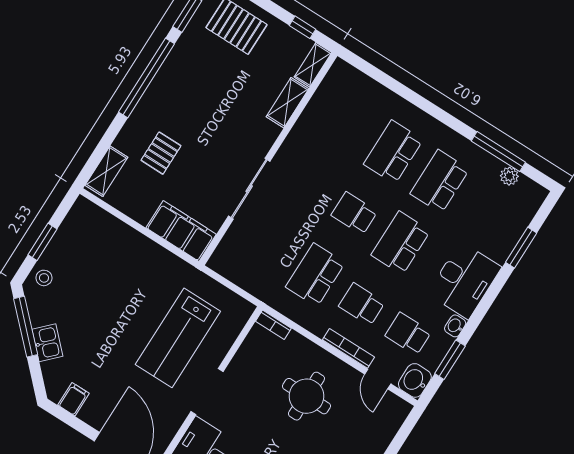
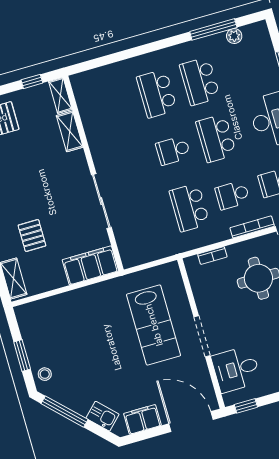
bookcase: (273, 325) -> (212, 255), moved
kitchen sink: (47, 343) -> (103, 416), moved
filing cabinet: (73, 399) -> (142, 419), width x2.00

